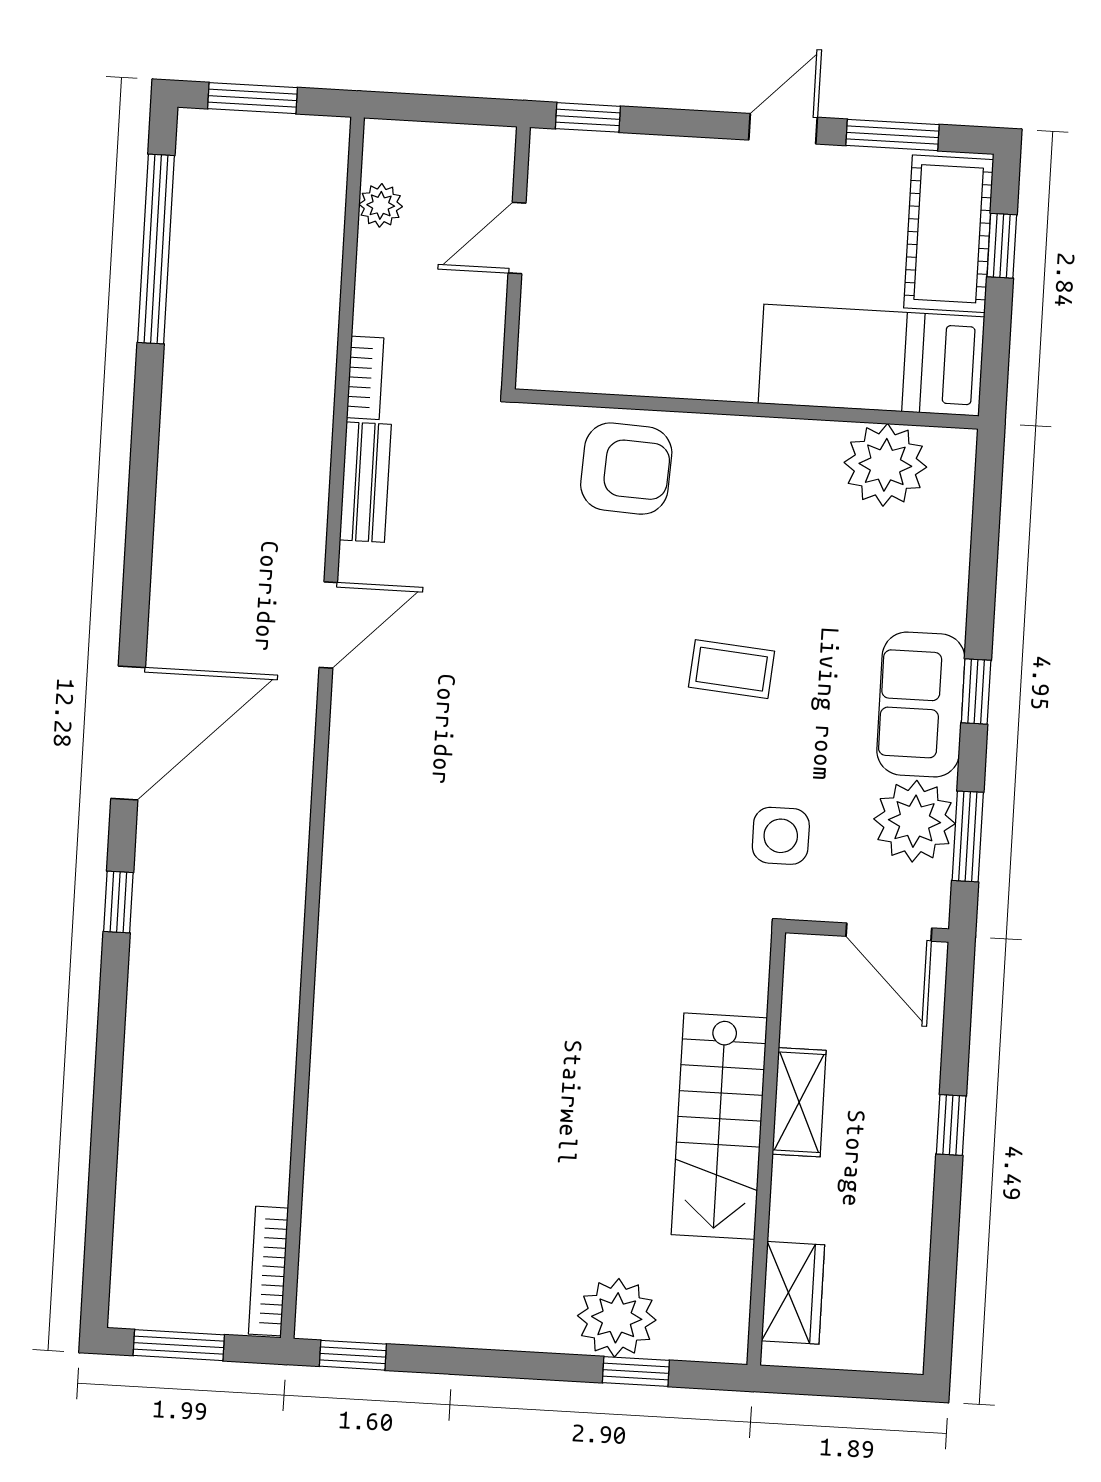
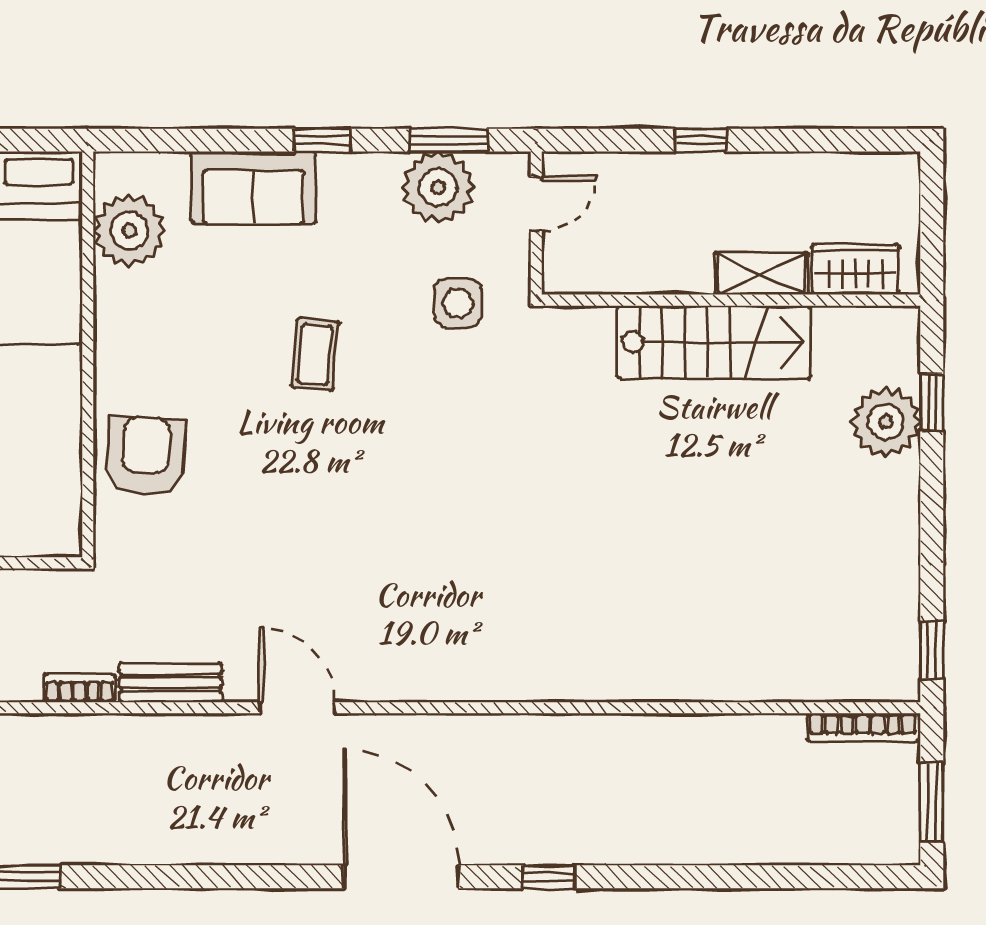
sofa: (921, 704) -> (253, 188), moved
door: (889, 932) -> (536, 204), width x0.73
shelving: (799, 1102) -> (762, 274), moved

